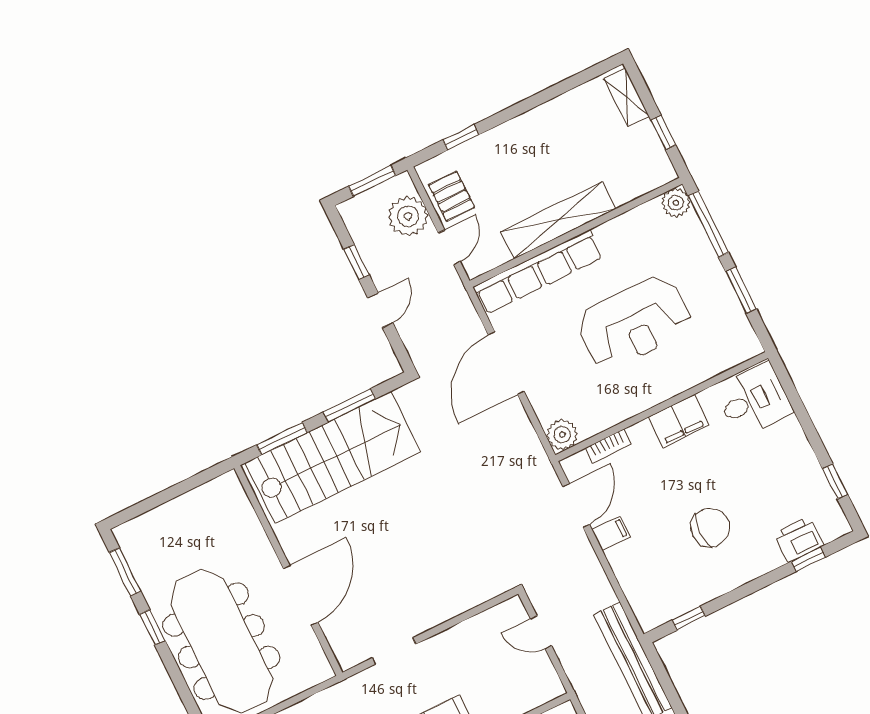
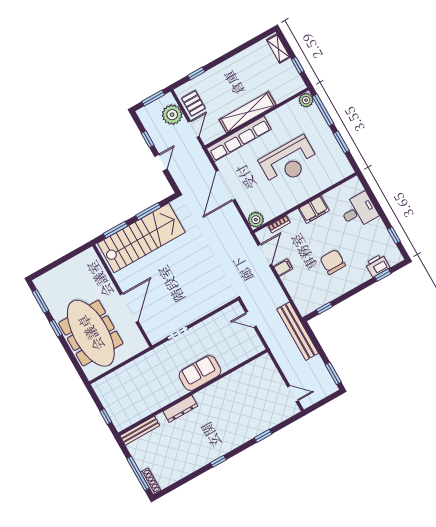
desk: (754, 400) -> (359, 211), moved
chair: (710, 527) -> (333, 262), turned -90

